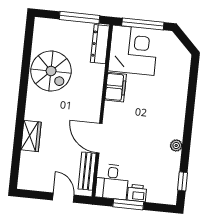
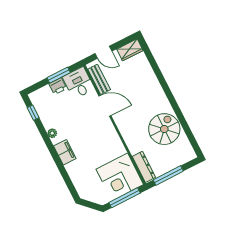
spiral stairs: (51, 71) -> (164, 129), turned 90
filing cabinet: (116, 87) -> (65, 152), moved, turned 180
wardrobe: (31, 136) -> (130, 50), moved, turned -90

